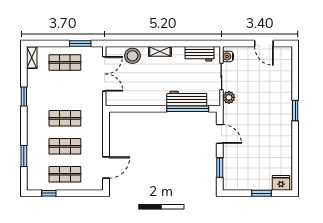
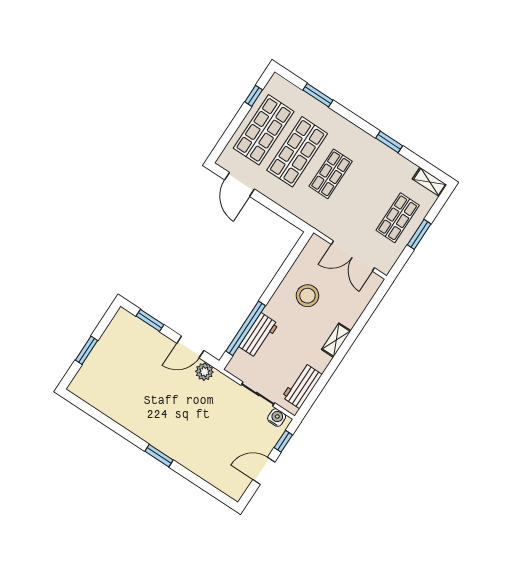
window: (80, 43) -> (419, 234), moved
window: (239, 43) -> (283, 441), added
stool: (132, 56) -> (307, 296), moved
plant: (229, 97) -> (204, 372), moved
workbench: (187, 99) -> (259, 335), width x0.73
shop shelf: (65, 146) -> (297, 152), width x1.43, depth x1.36
shop shelf: (65, 174) -> (264, 130), width x1.43, depth x1.36
fridge: (281, 183) -> (83, 382), removed

